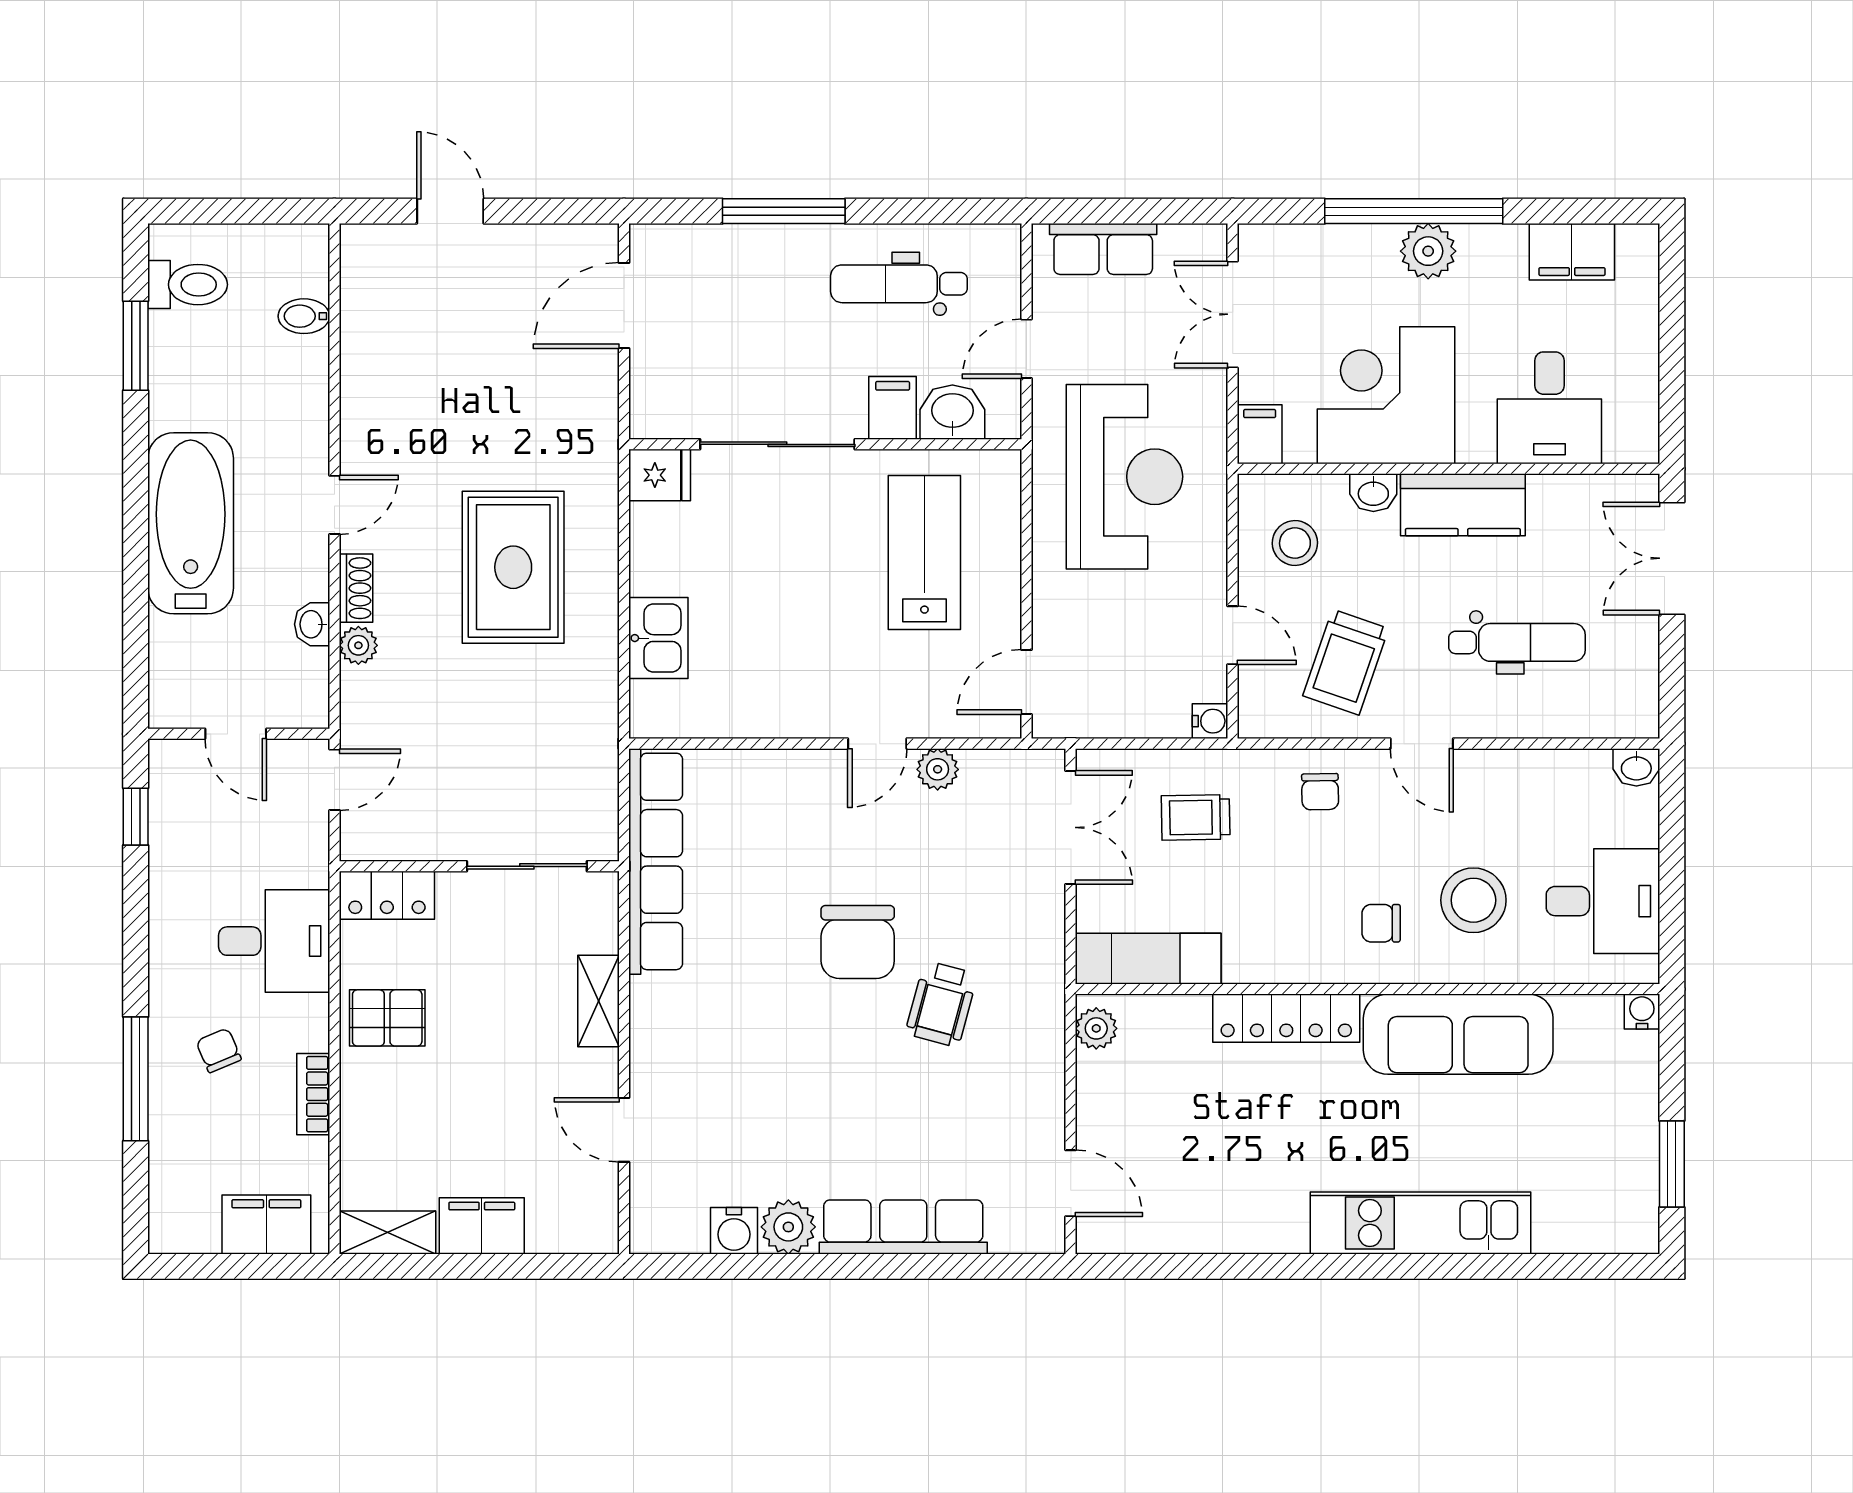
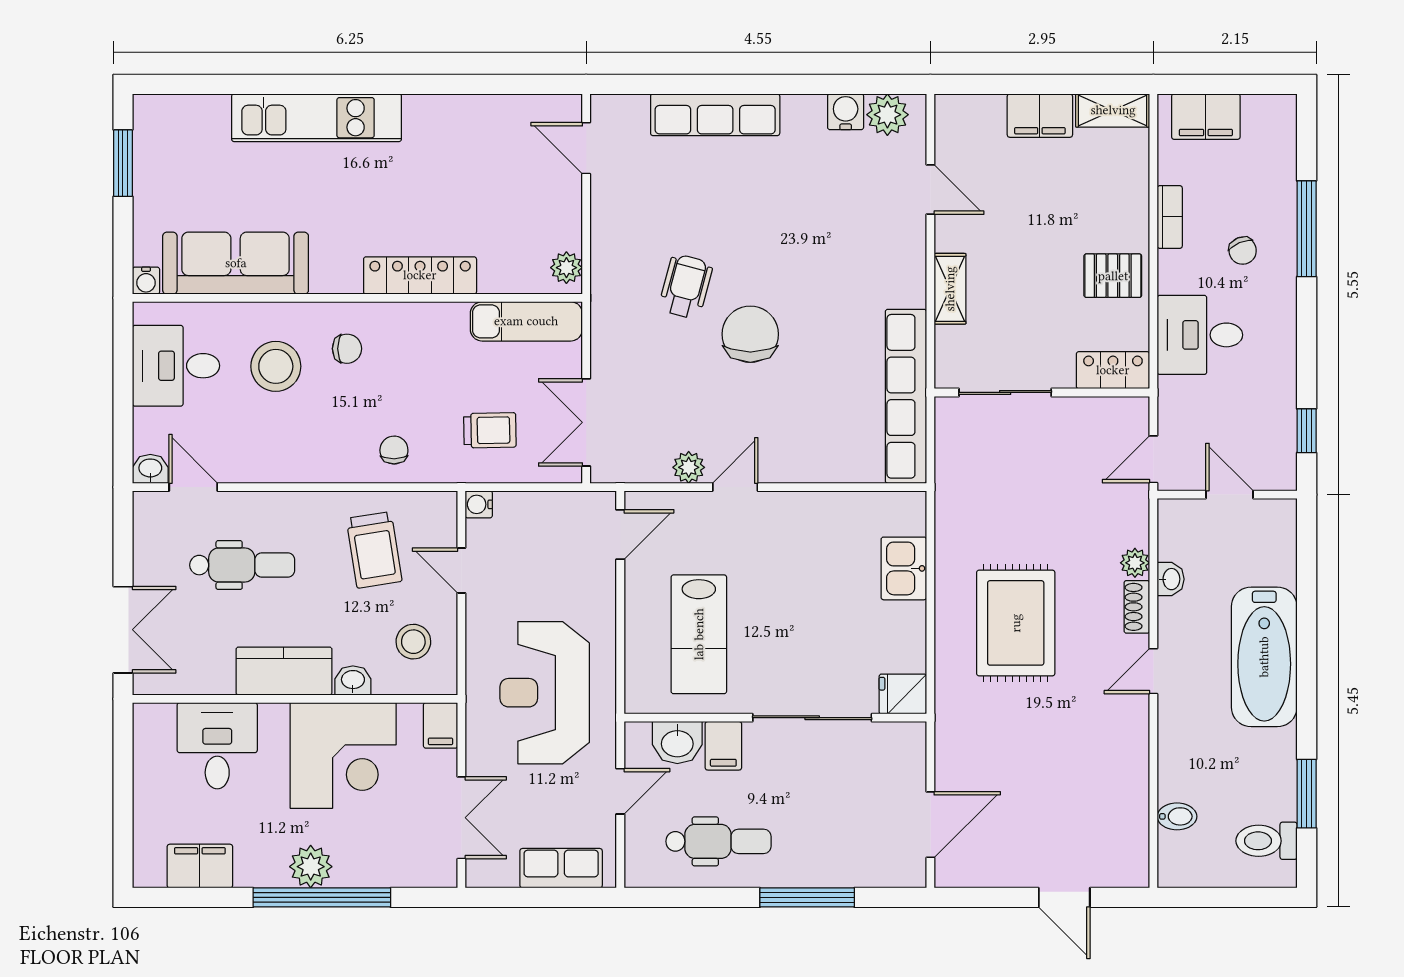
dental chair: (1517, 642) -> (242, 565), turned 180
trolley: (1346, 662) -> (374, 550), turned 152
door: (1422, 744) -> (193, 487), moved
sofa: (1458, 1034) -> (236, 263), moved
plant: (788, 1227) -> (887, 115), moved

